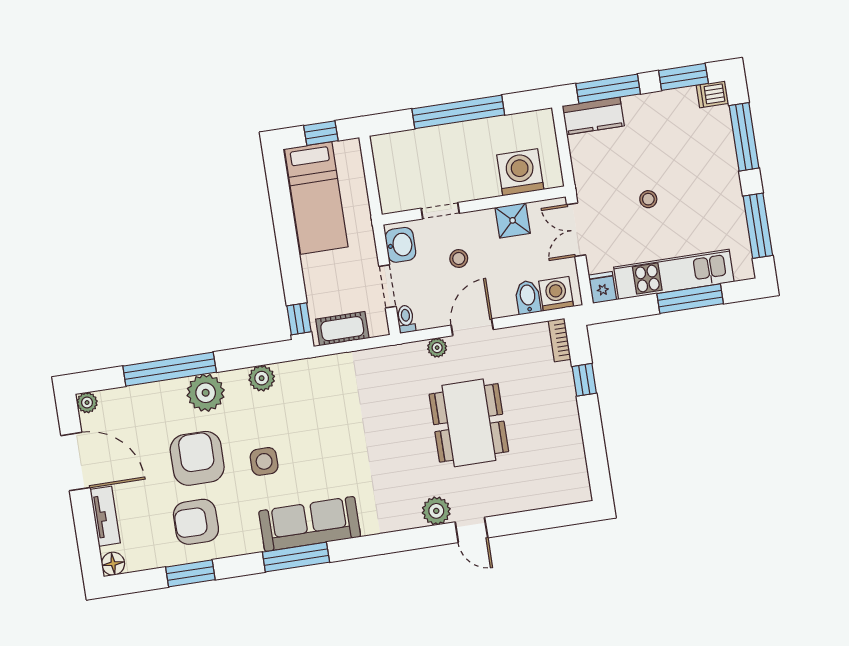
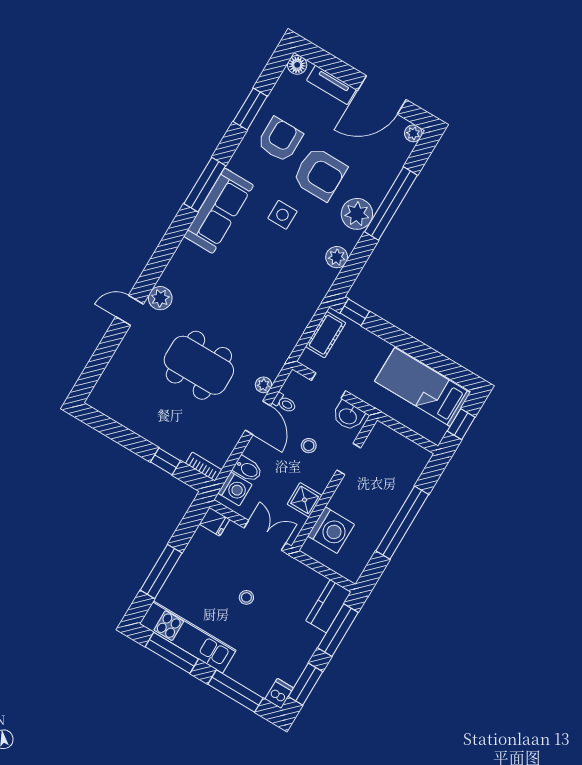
kitchen unit: (674, 274) -> (188, 637), moved, turned -90
toilet: (406, 319) -> (284, 403), moved

